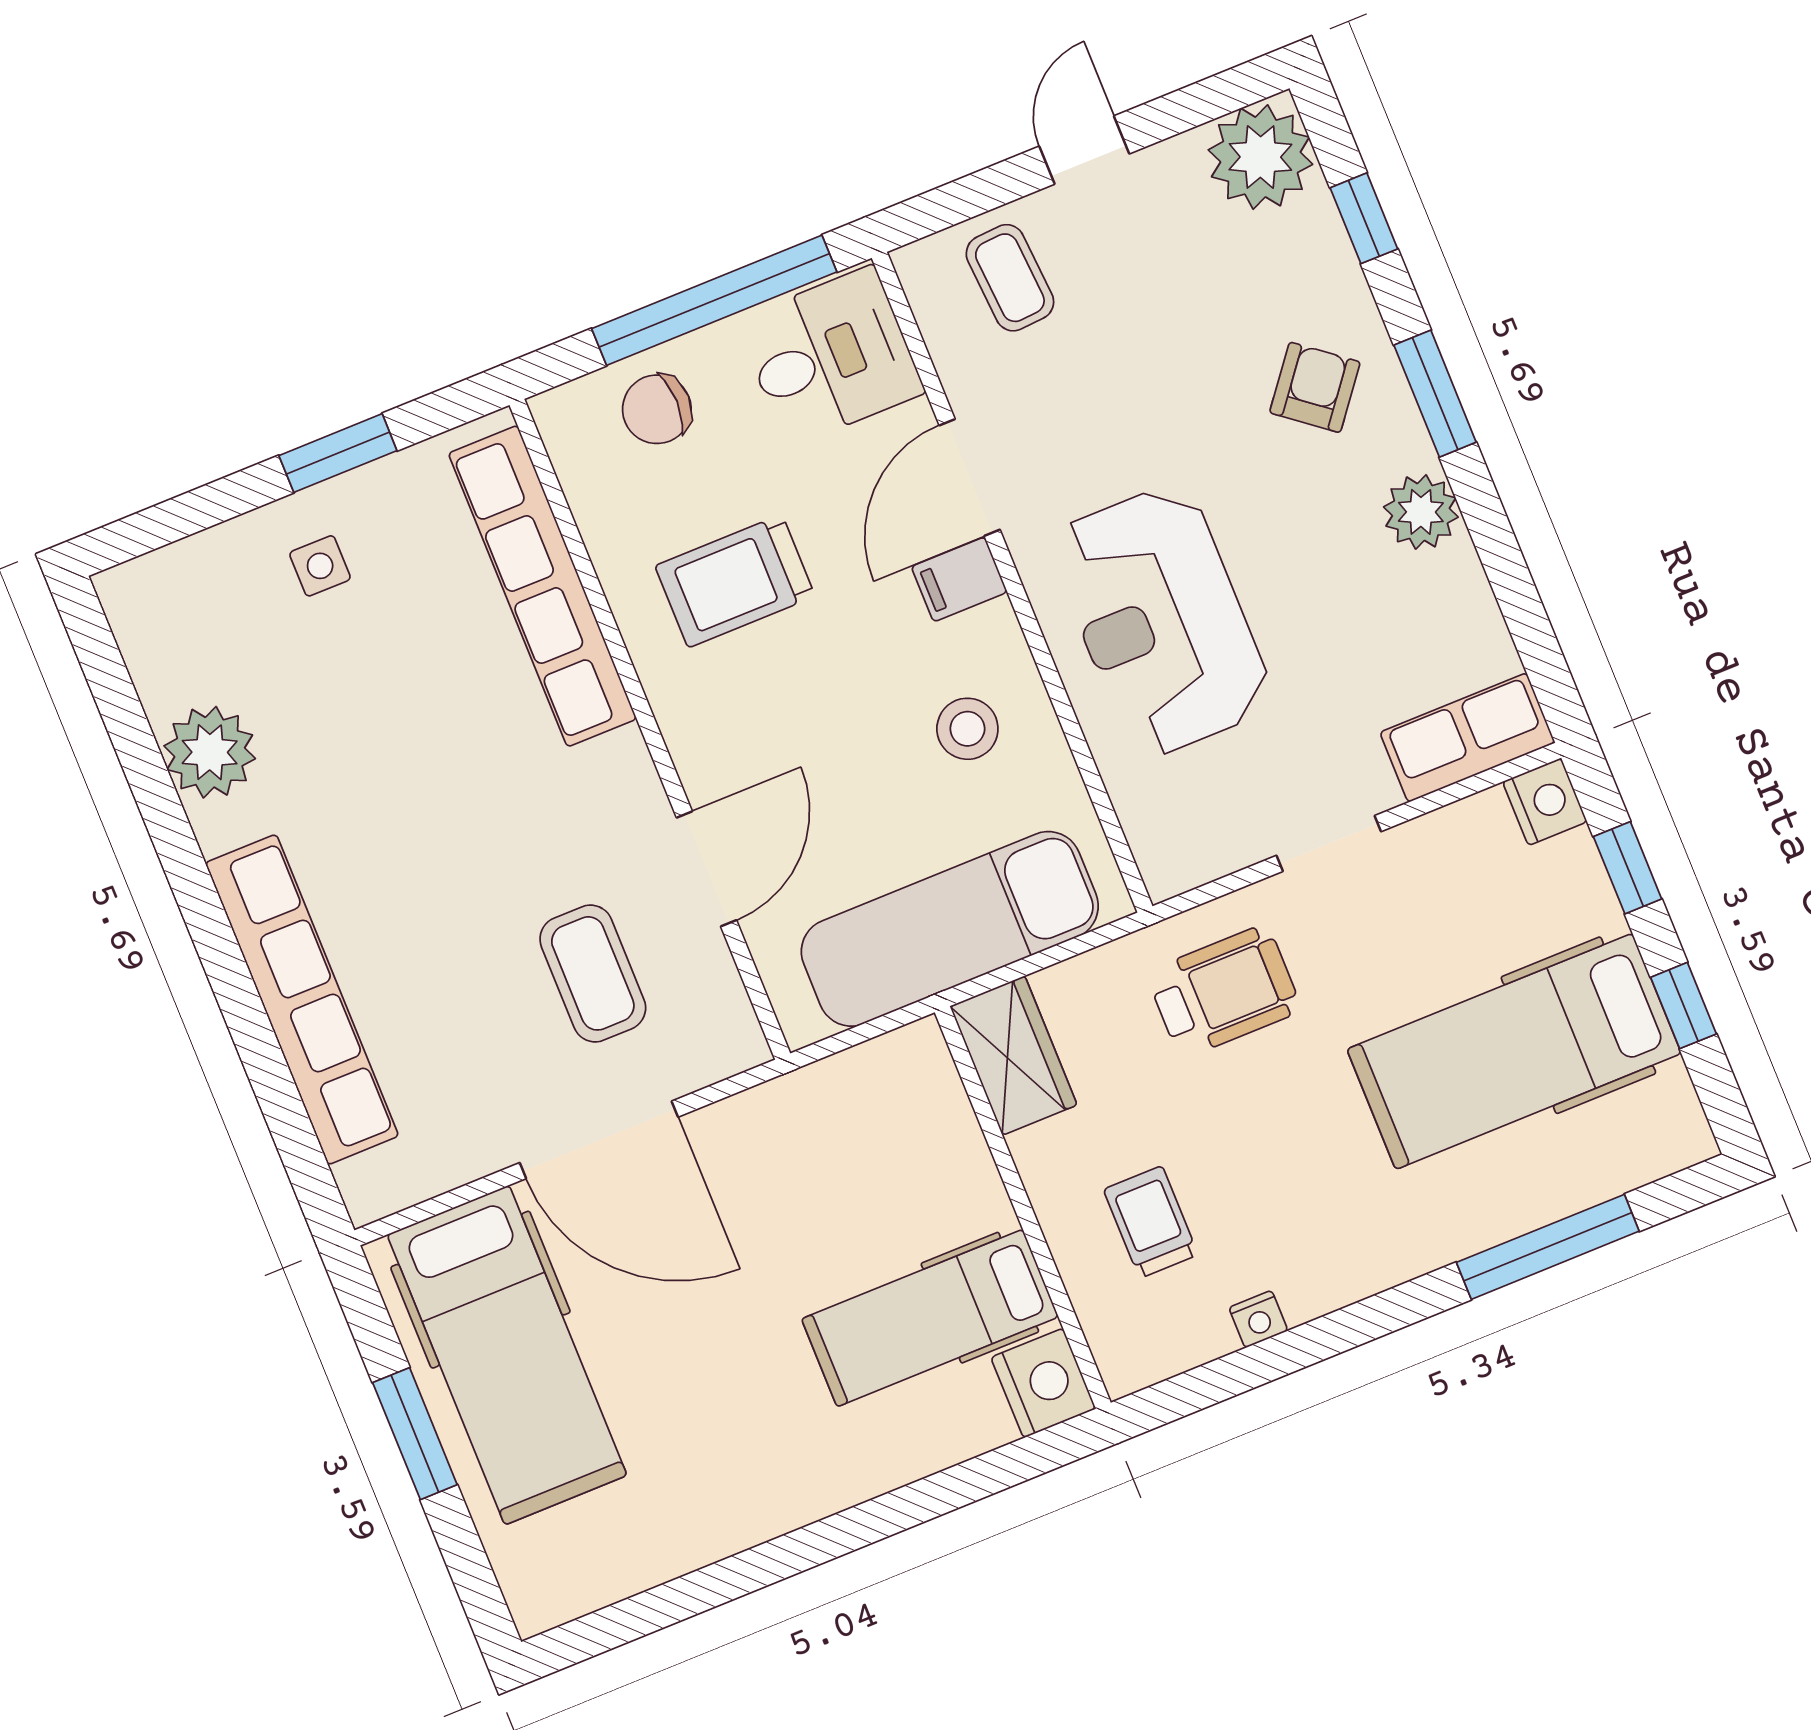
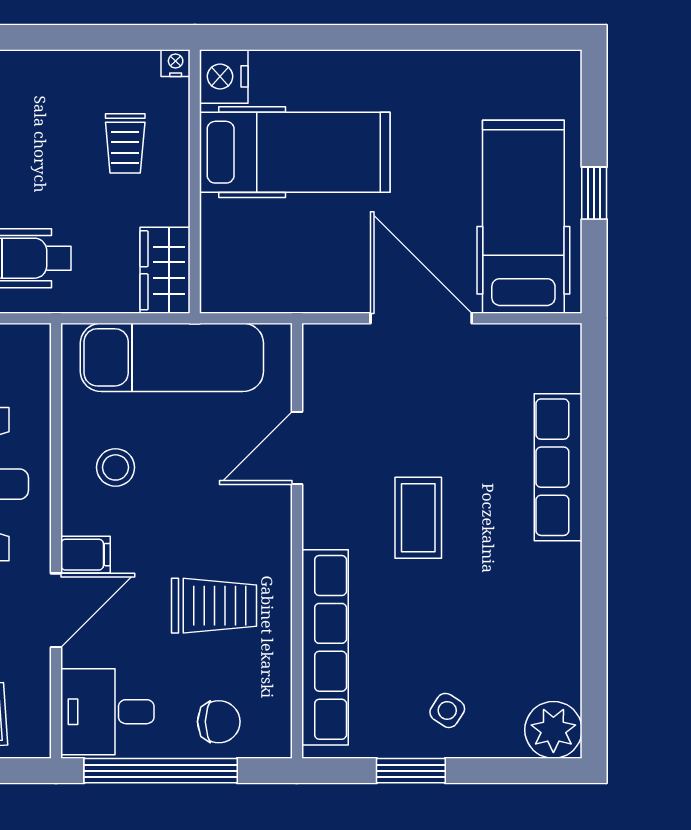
side table: (320, 566) -> (447, 710), turned 33
plant: (210, 752) -> (553, 730), moved
coffee table: (593, 973) -> (418, 518), moved
row of seats: (302, 999) -> (558, 467), width x0.73
hospital bed: (930, 1318) -> (295, 152), width x1.37, depth x1.29
nightstand: (1258, 1319) -> (176, 63), moved
window: (415, 1434) -> (594, 193), width x0.67

